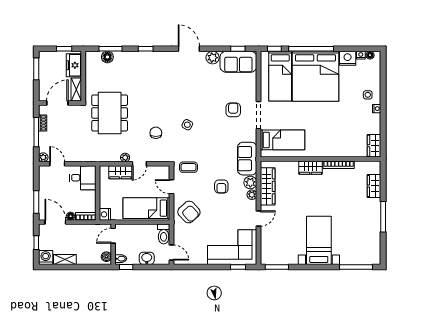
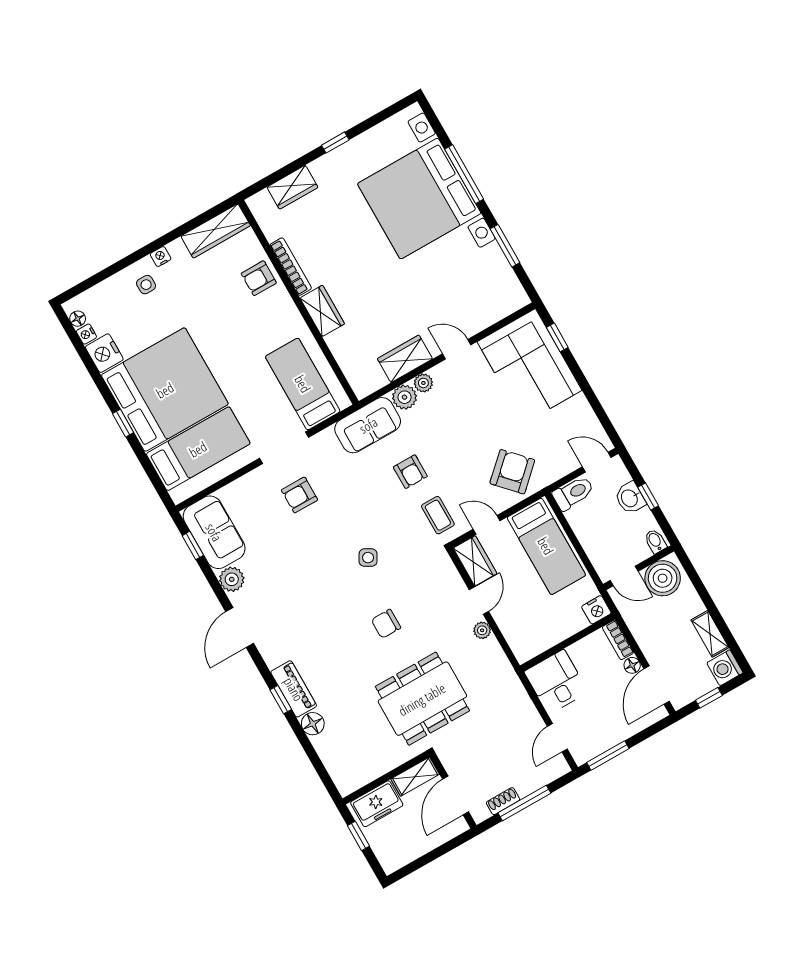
window: (111, 49) -> (314, 758), removed
window: (274, 49) -> (158, 485), removed
window: (311, 49) -> (123, 423), width x0.32
floor lamp: (107, 57) -> (313, 724), moved
piano: (147, 57) -> (294, 689), added
window: (36, 69) -> (419, 863), removed
door: (57, 103) -> (456, 795), hinge flipped
chair: (156, 133) -> (386, 624), moved
wardrobe: (374, 146) -> (216, 231), width x1.50
armchair: (342, 147) -> (259, 278), added
plant: (43, 157) -> (560, 767), removed
door: (139, 164) -> (479, 600), hinge flipped
wardrobe: (120, 172) -> (475, 561), moved
armchair: (221, 186) -> (410, 472), moved, turned 90
wardrobe: (268, 186) -> (405, 359), width x0.67
door: (171, 187) -> (487, 525), swing flipped
window: (36, 202) -> (608, 755), moved
window: (383, 217) -> (335, 143), width x0.46
bed with nightstands: (319, 240) -> (419, 199), width x1.85
door: (171, 253) -> (597, 462), hinge flipped
boiler: (106, 257) -> (663, 578), width x1.86, depth x1.86
window: (126, 267) -> (648, 497), moved
window: (277, 267) -> (505, 246), moved
window: (356, 267) -> (464, 174), moved

